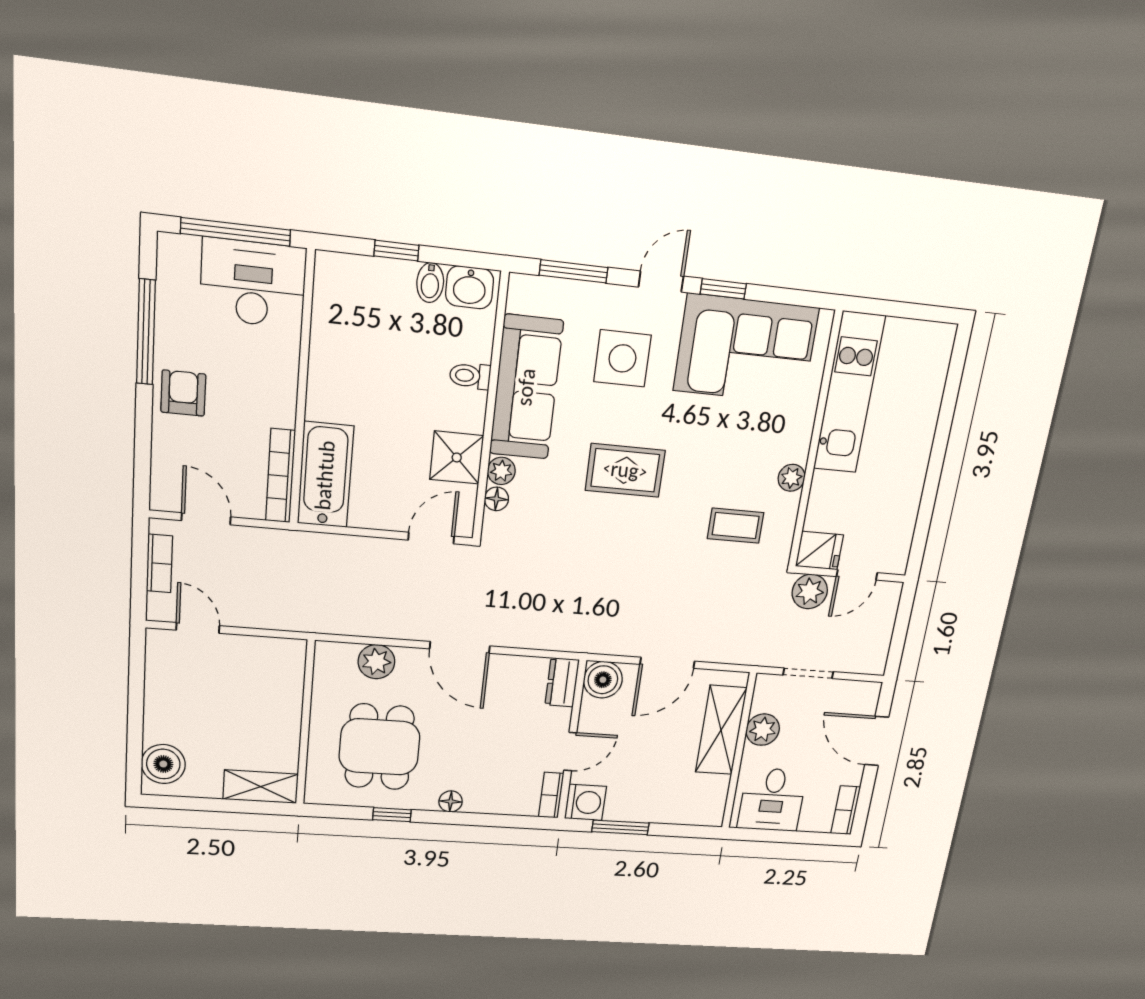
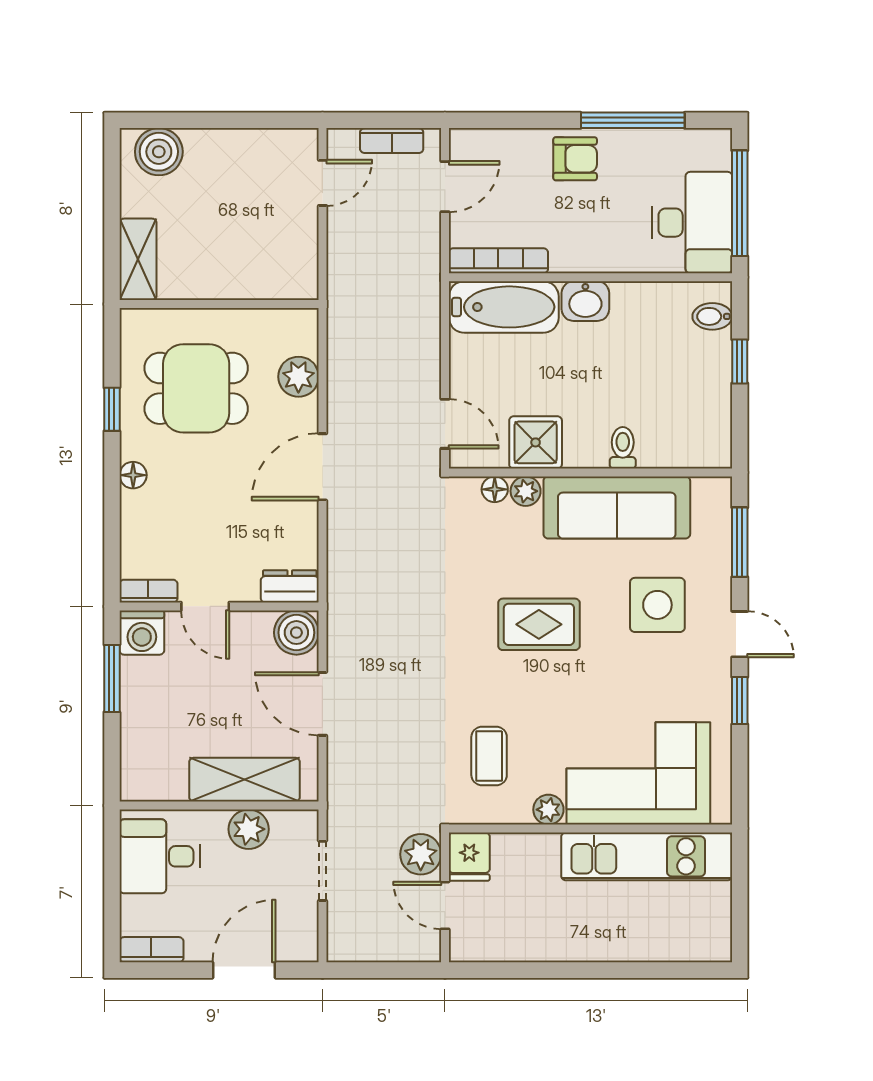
bidet: (430, 283) -> (712, 316), moved
washbasin: (470, 287) -> (585, 301), moved, turned -90
corner sofa: (746, 349) -> (638, 773), moved, turned 90
rug: (625, 470) -> (539, 624), turned 90

